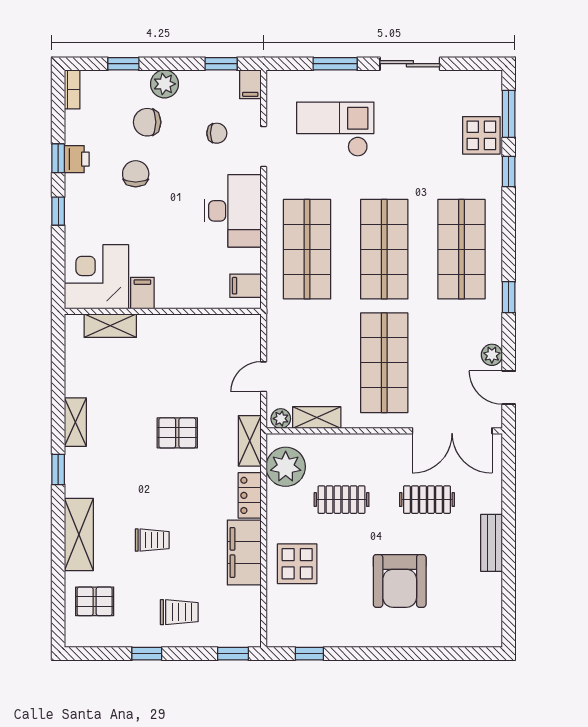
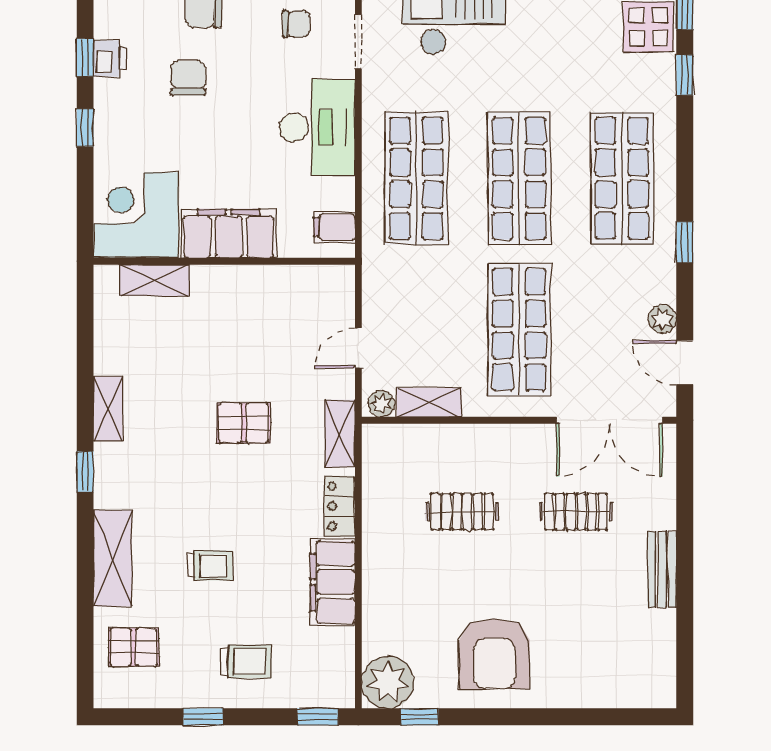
filing cabinet: (142, 293) -> (229, 233), width x3.00, depth x1.17
plant: (286, 467) -> (388, 682), moved
display table: (297, 564) -> (403, 597), removed
armchair: (400, 581) -> (494, 654), moved

